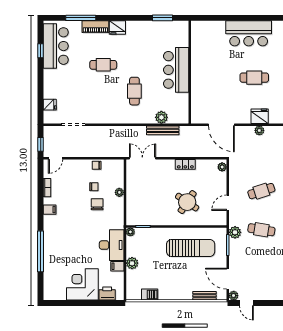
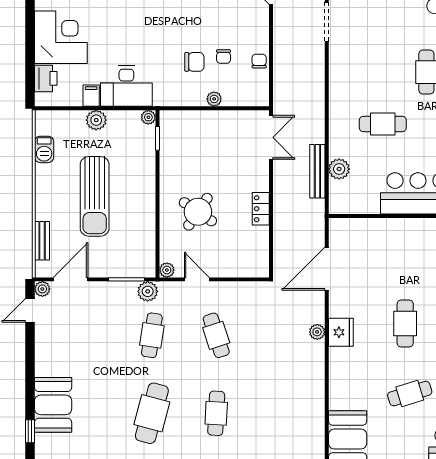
plant: (222, 167) -> (167, 270), moved
sun lounger: (191, 248) -> (95, 196), moved

